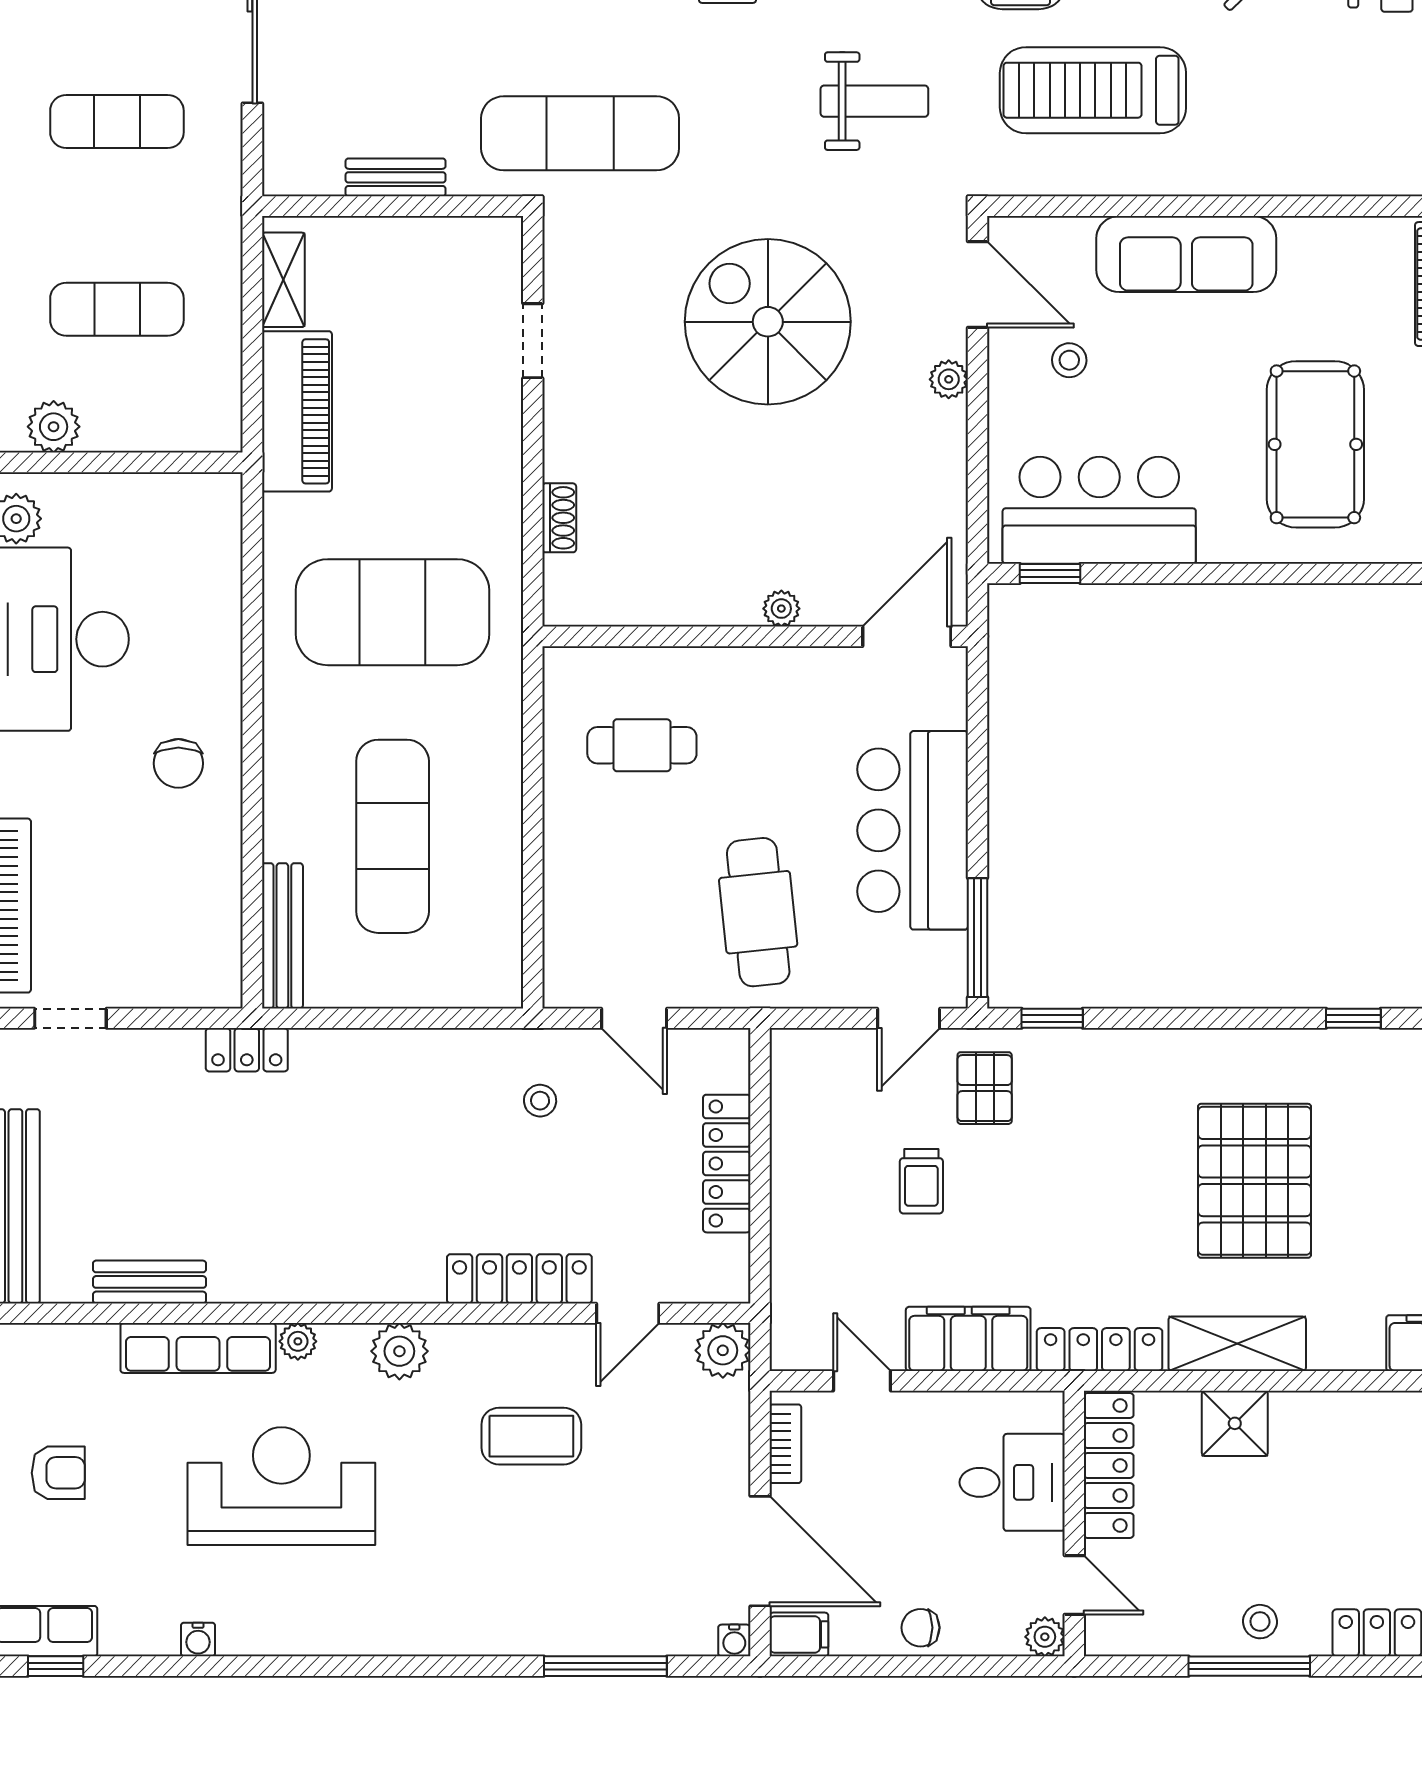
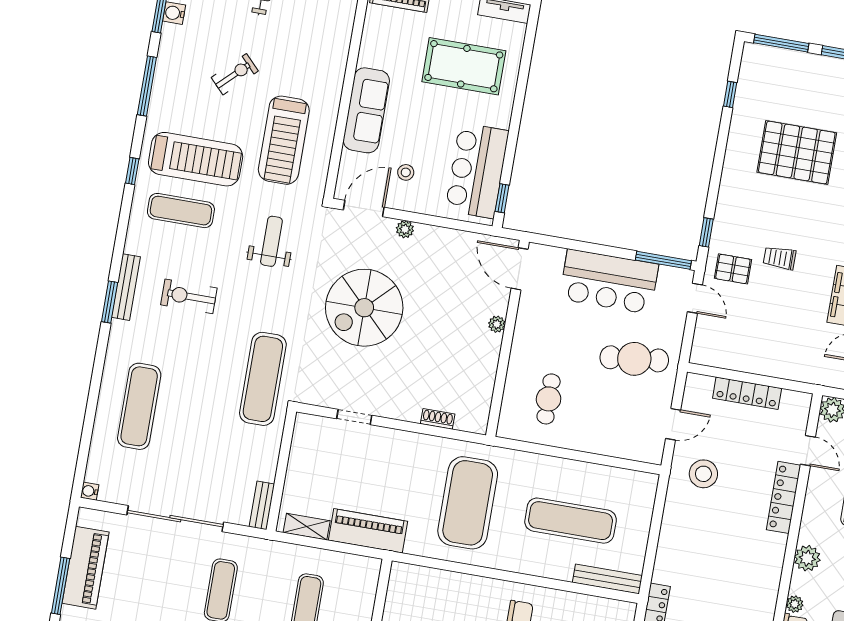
bench: (396, 177) -> (262, 505), moved
stool: (540, 1101) -> (703, 474), width x1.89, depth x1.89
trolley: (921, 1181) -> (780, 258), moved, turned 180

